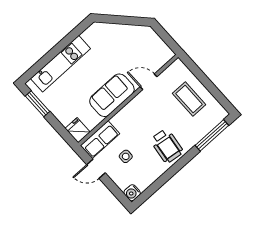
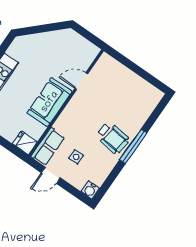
coffee table: (189, 99) -> (123, 88), removed
window: (212, 135) -> (133, 146), moved

